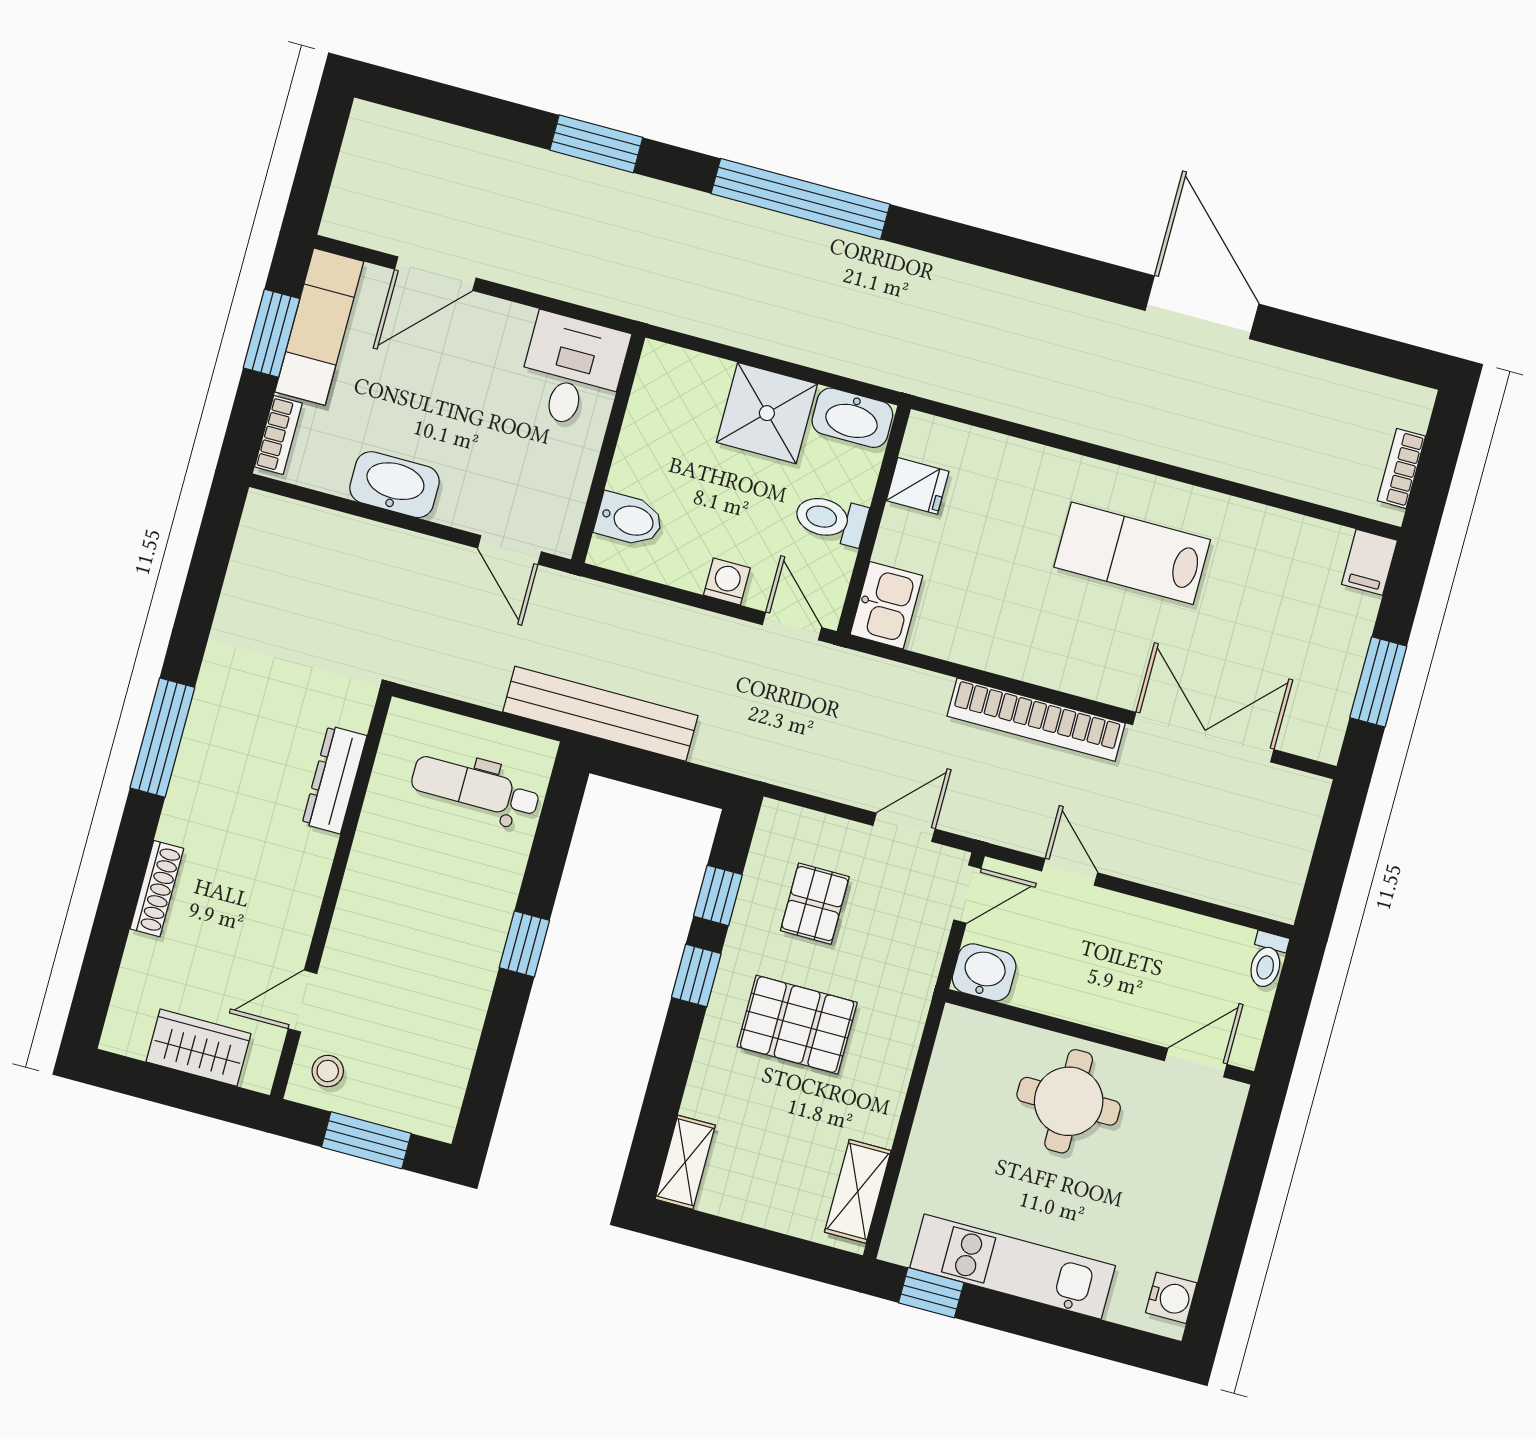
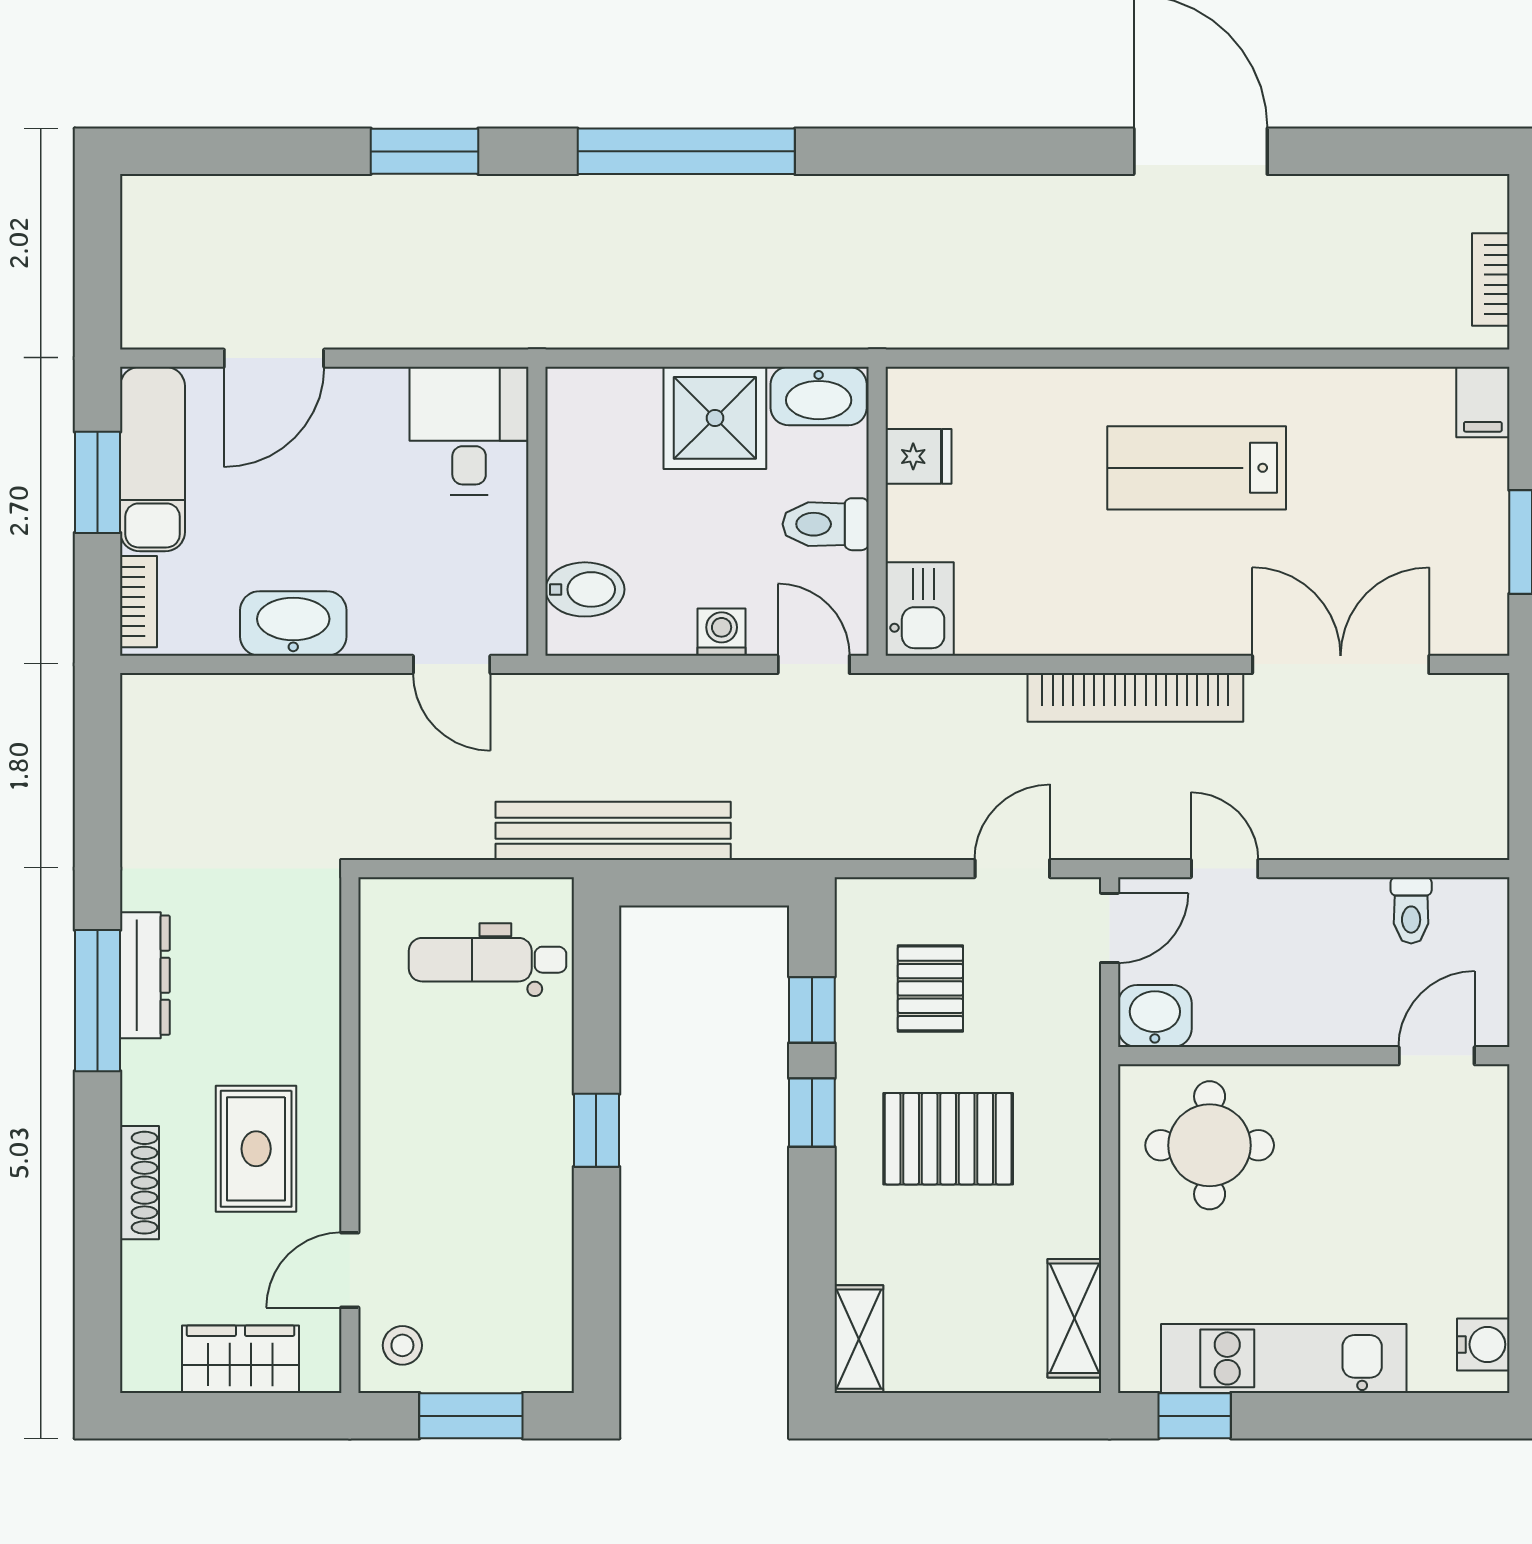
dresser: (334, 780) -> (145, 975), moved, turned 180
rug: (255, 887) -> (256, 1149), added
toilet: (1267, 960) -> (1411, 910), moved
round table: (1069, 1101) -> (1210, 1145), moved

